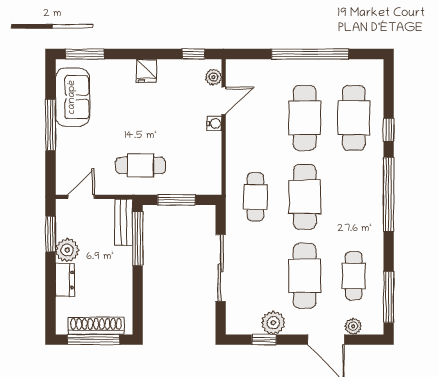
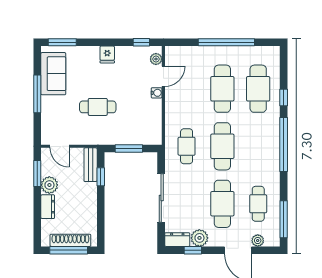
cafe table: (141, 165) -> (98, 107), moved
door: (81, 197) -> (60, 146), swing flipped
window: (138, 239) -> (101, 177), width x0.46
dresser: (243, 325) -> (177, 240), added

